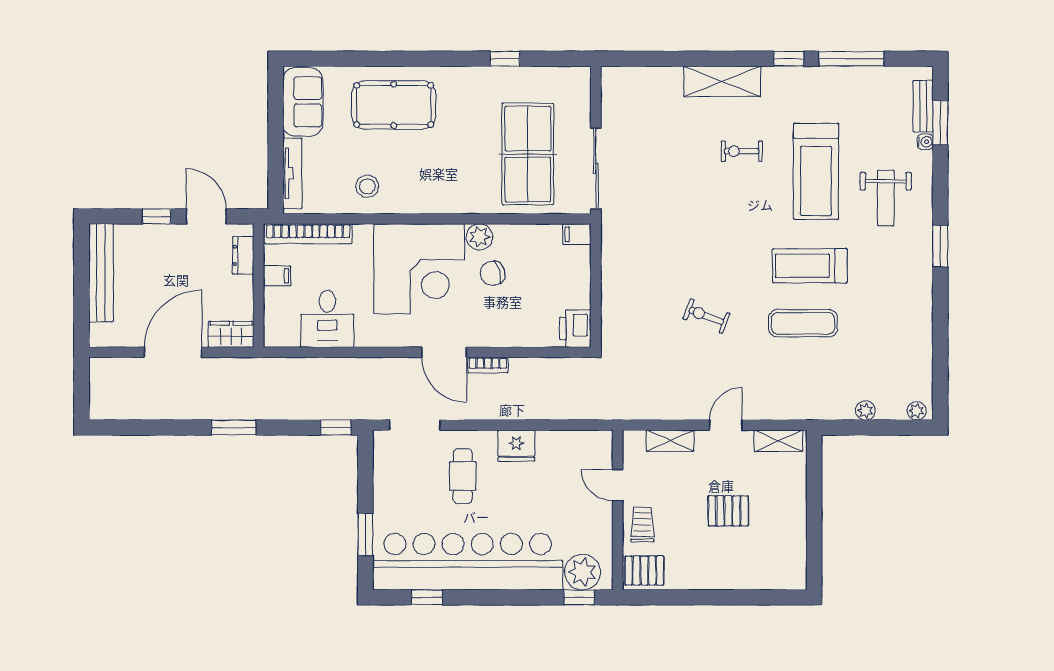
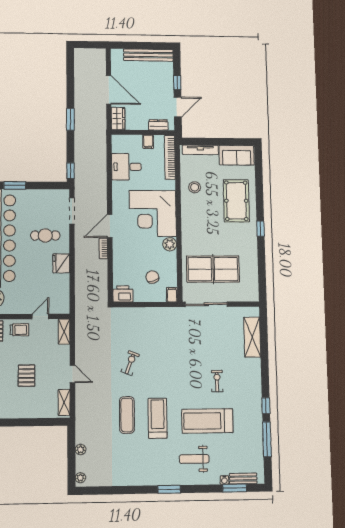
window: (505, 59) -> (260, 229), moved
shelving: (722, 81) -> (252, 337), moved
chair: (493, 273) -> (152, 277), moved
shelving: (670, 441) -> (64, 332), moved

